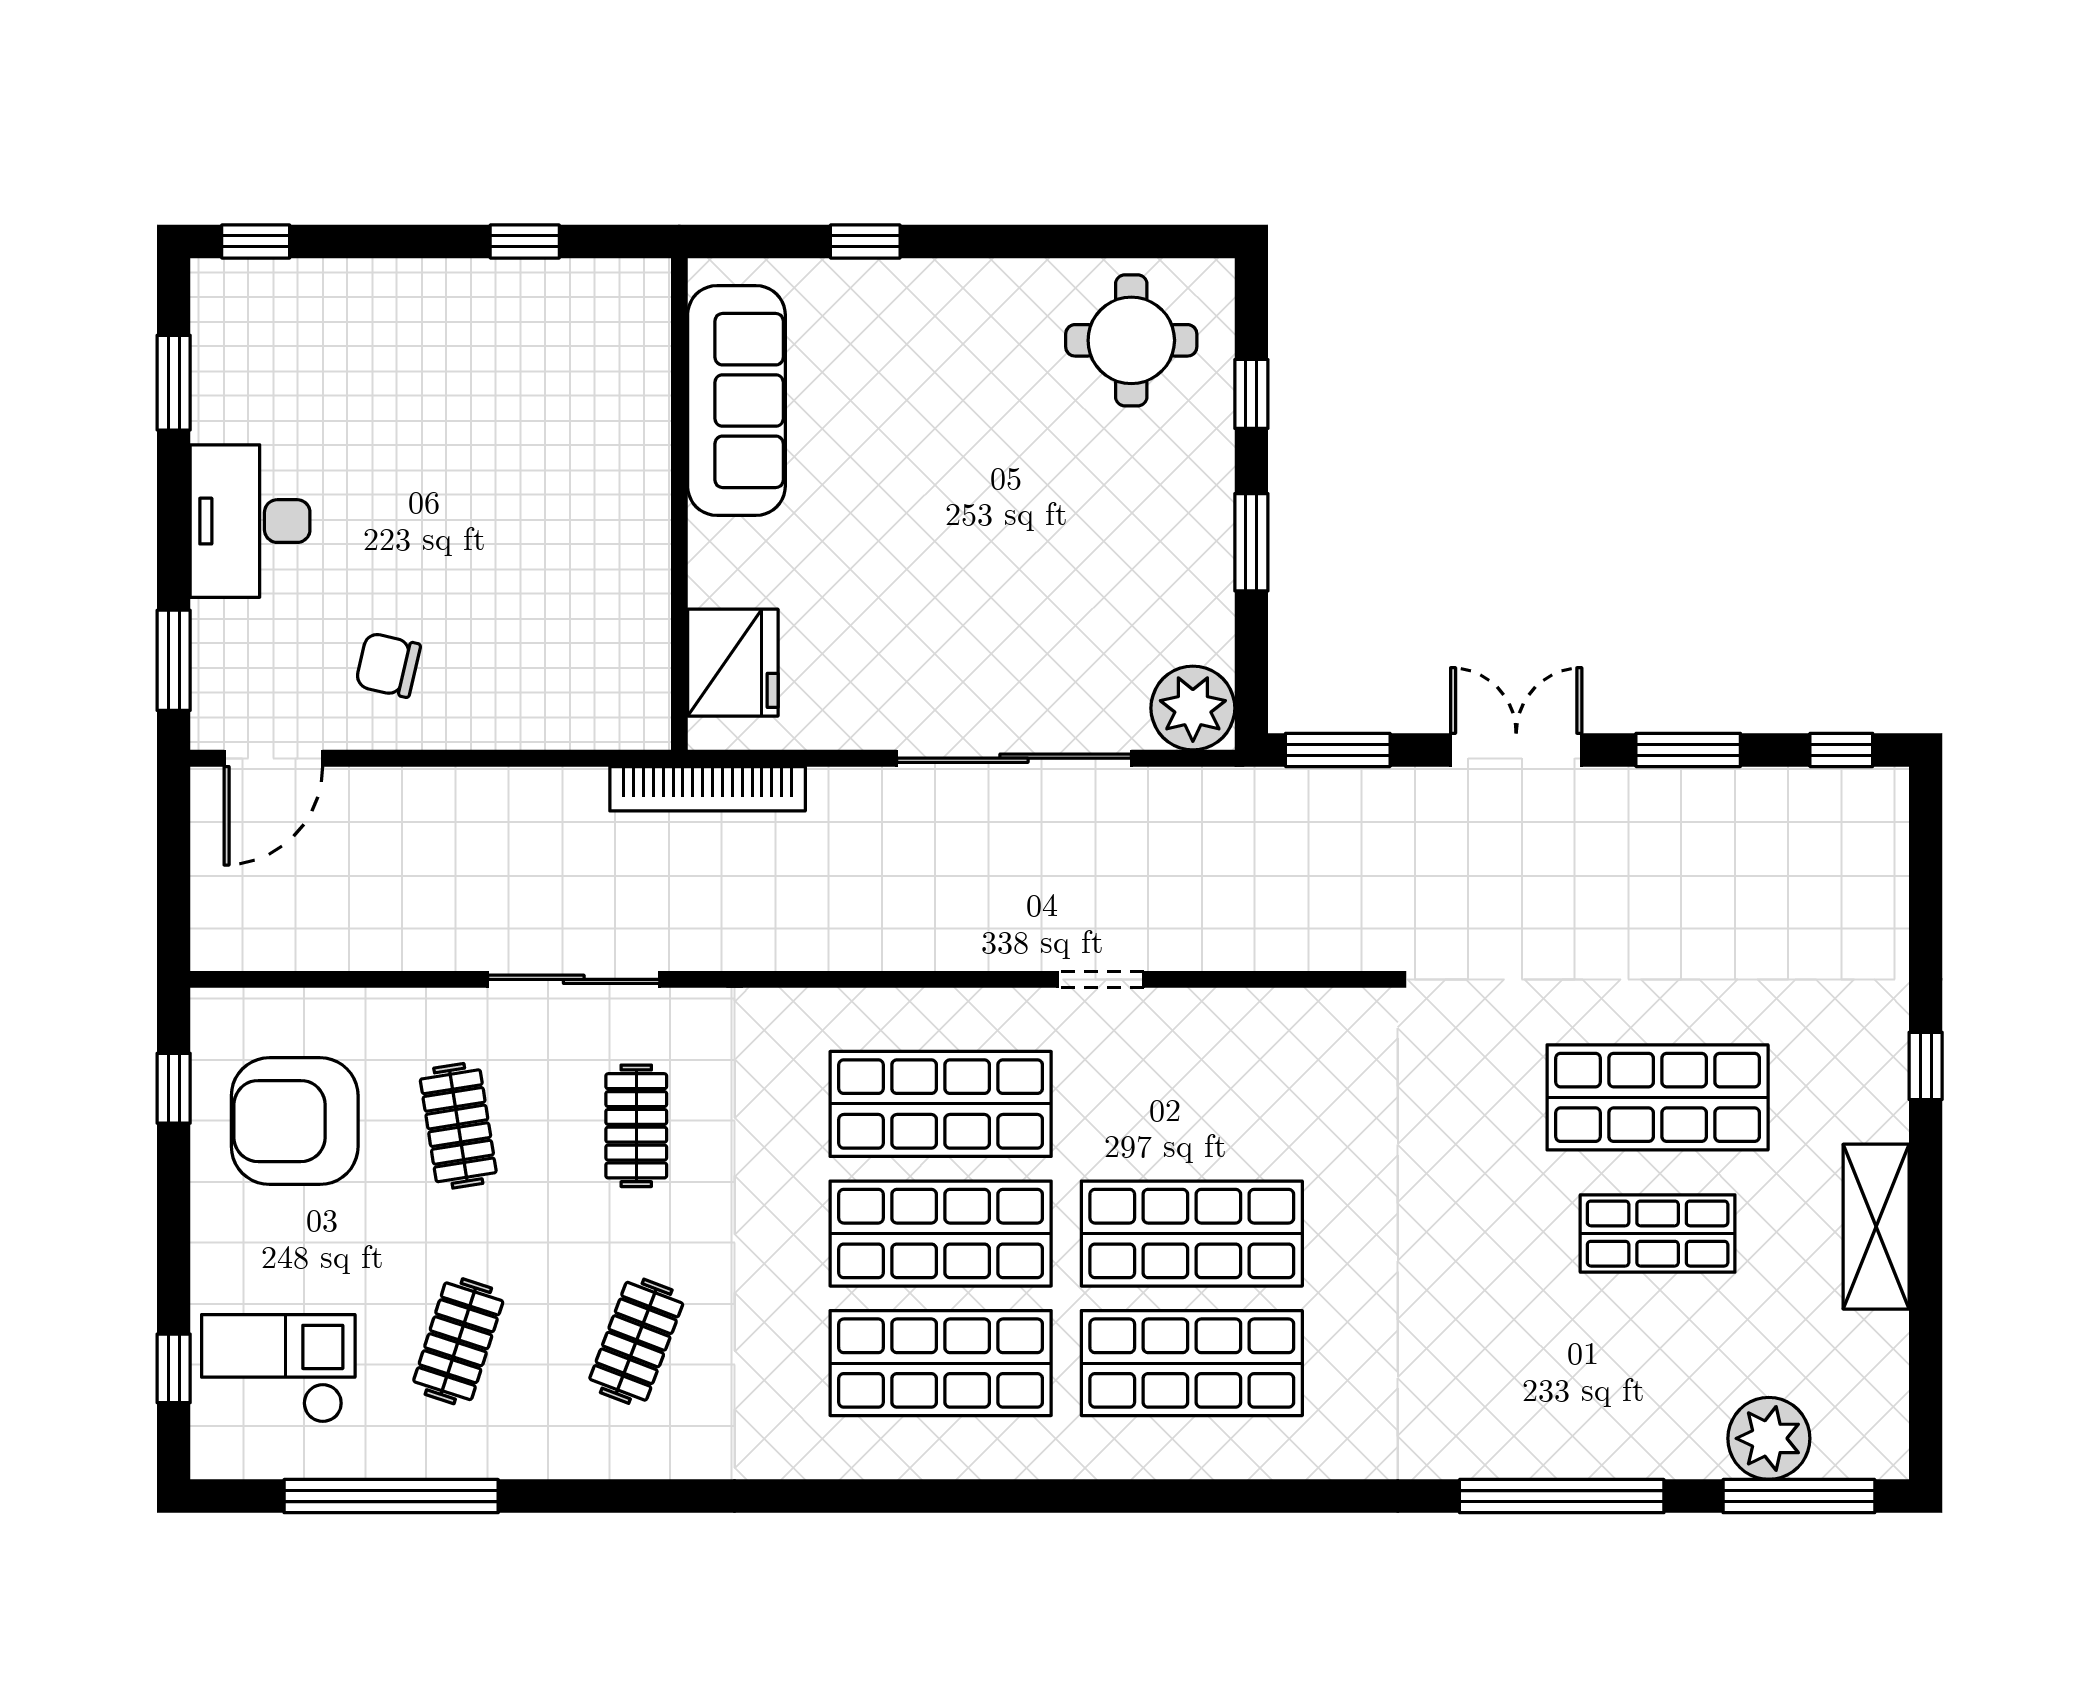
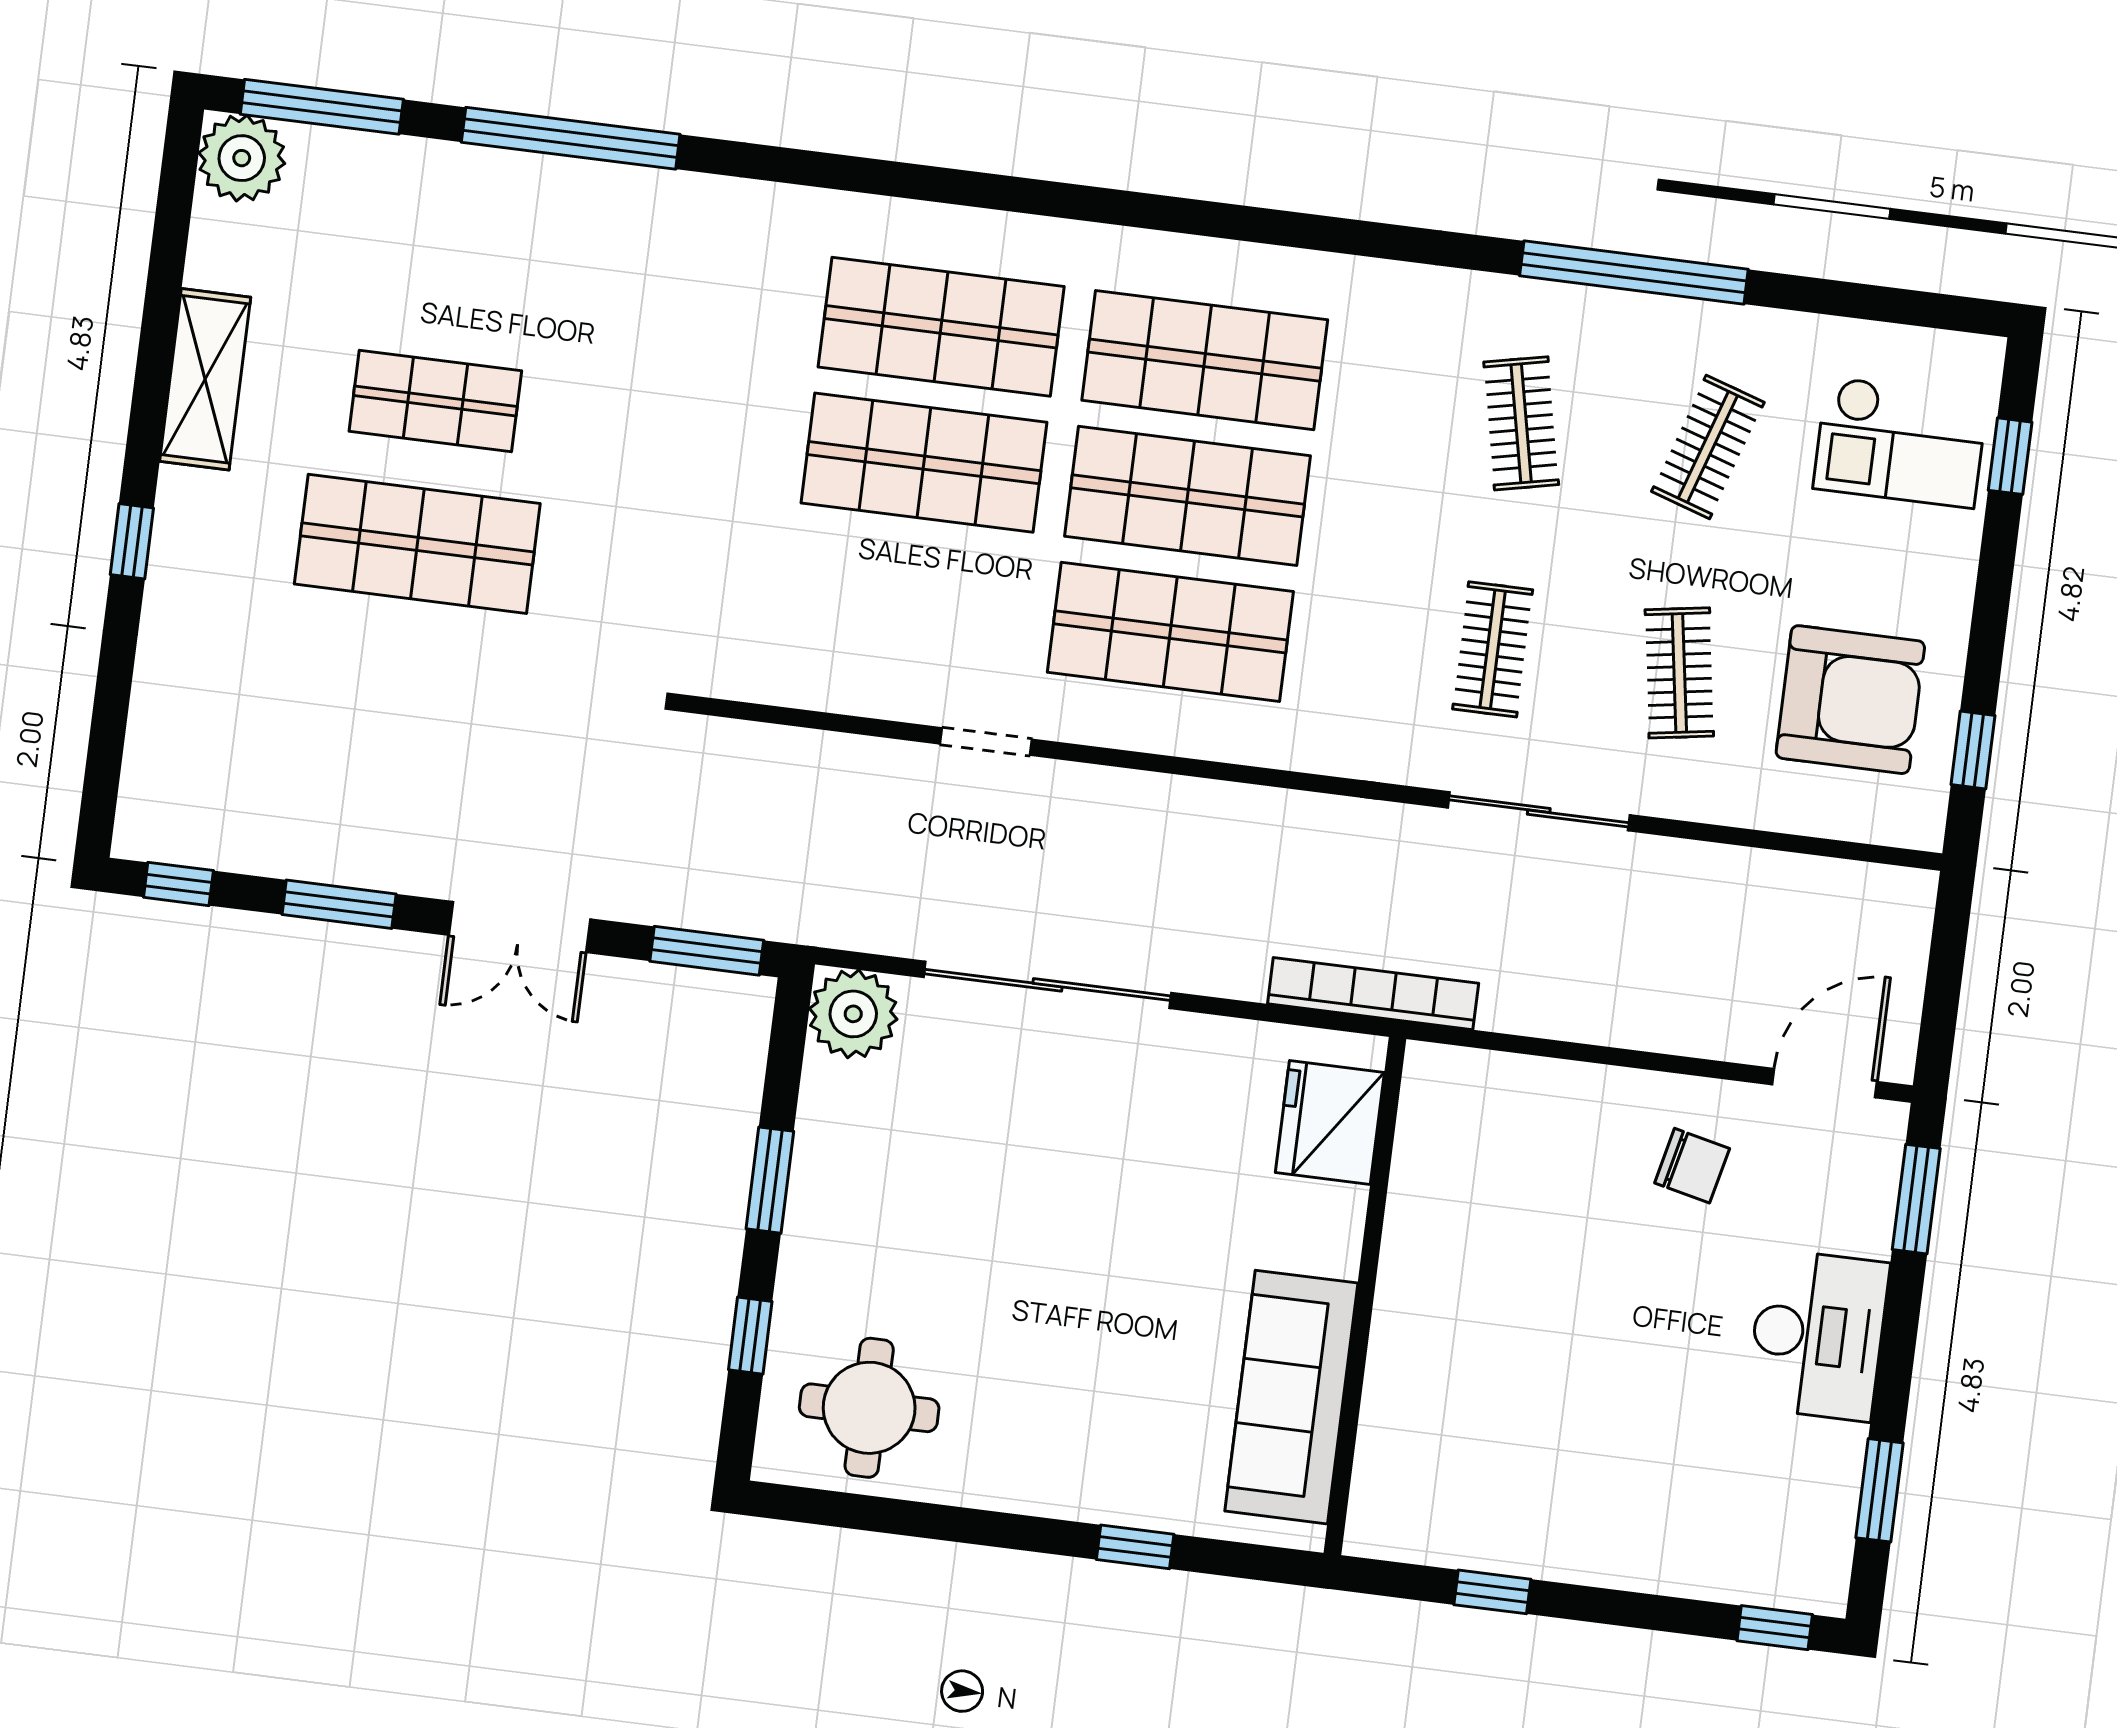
clothes rail: (636, 1341) -> (1521, 423), turned -33
plant: (1769, 1438) -> (242, 158), moved
window: (391, 1496) -> (1634, 273), moved

